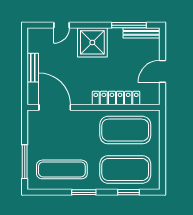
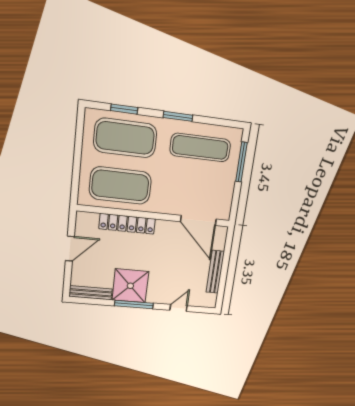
window: (129, 25) -> (134, 304), moved
shower: (92, 42) -> (130, 286), moved
bench: (33, 68) -> (215, 272), width x1.36

